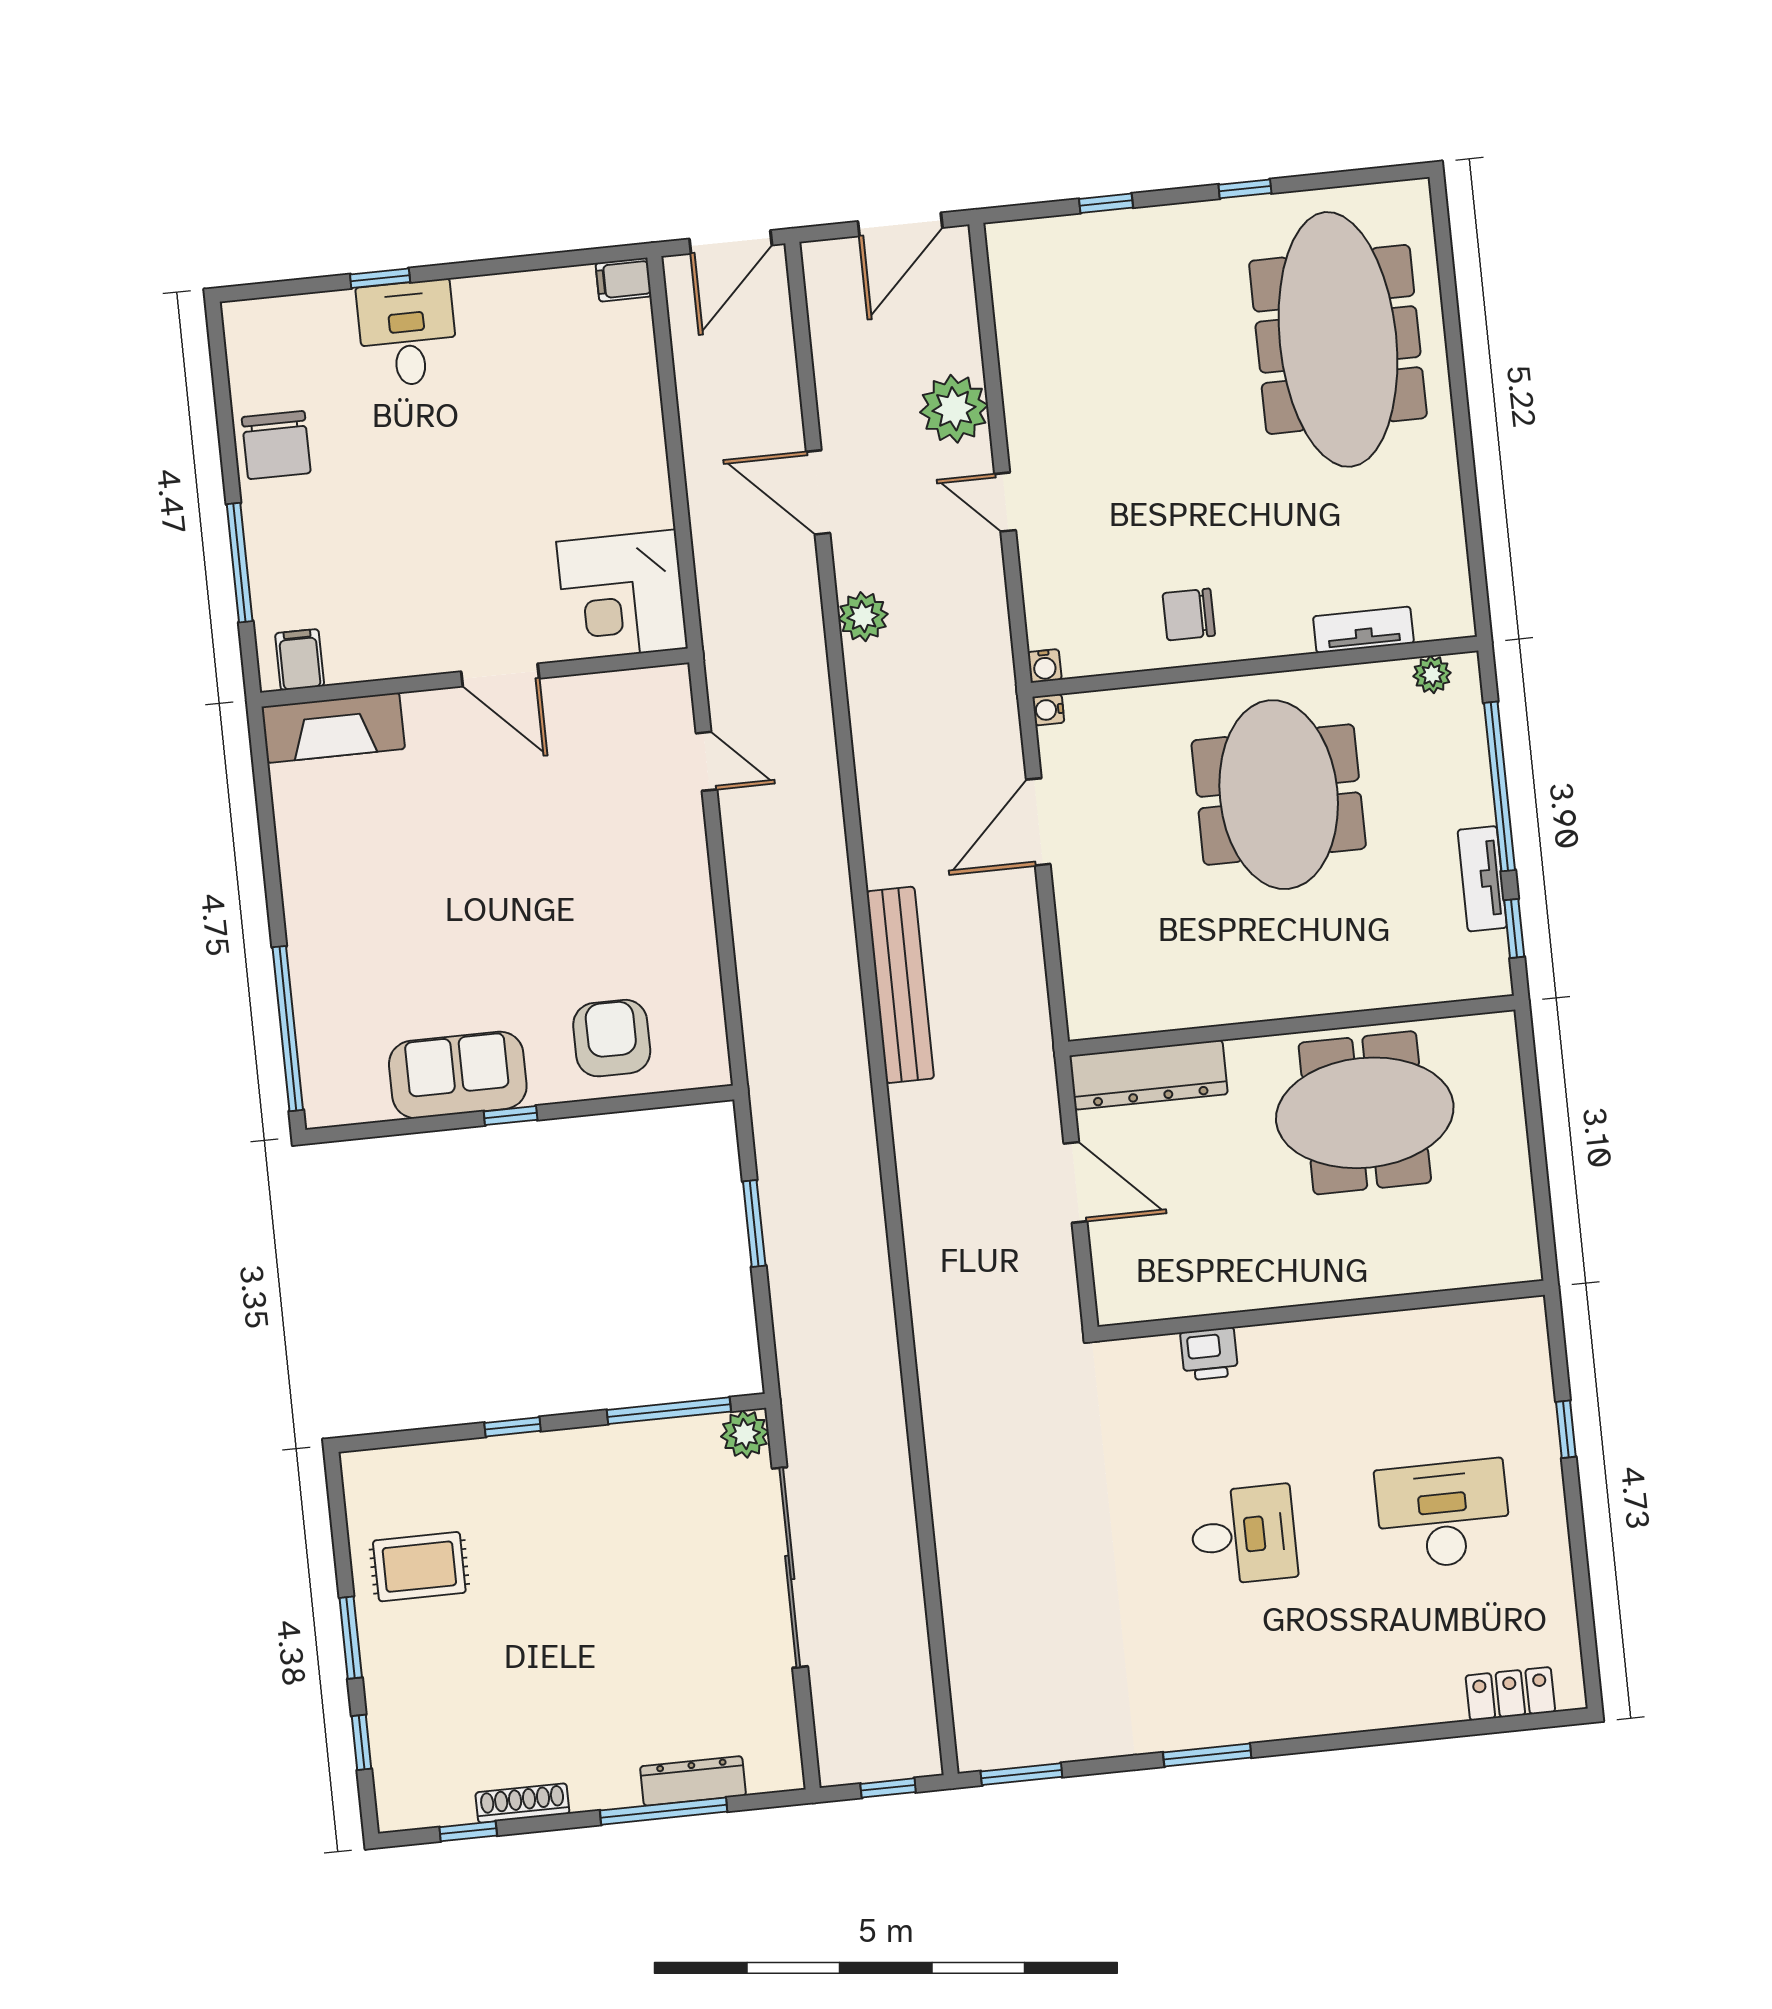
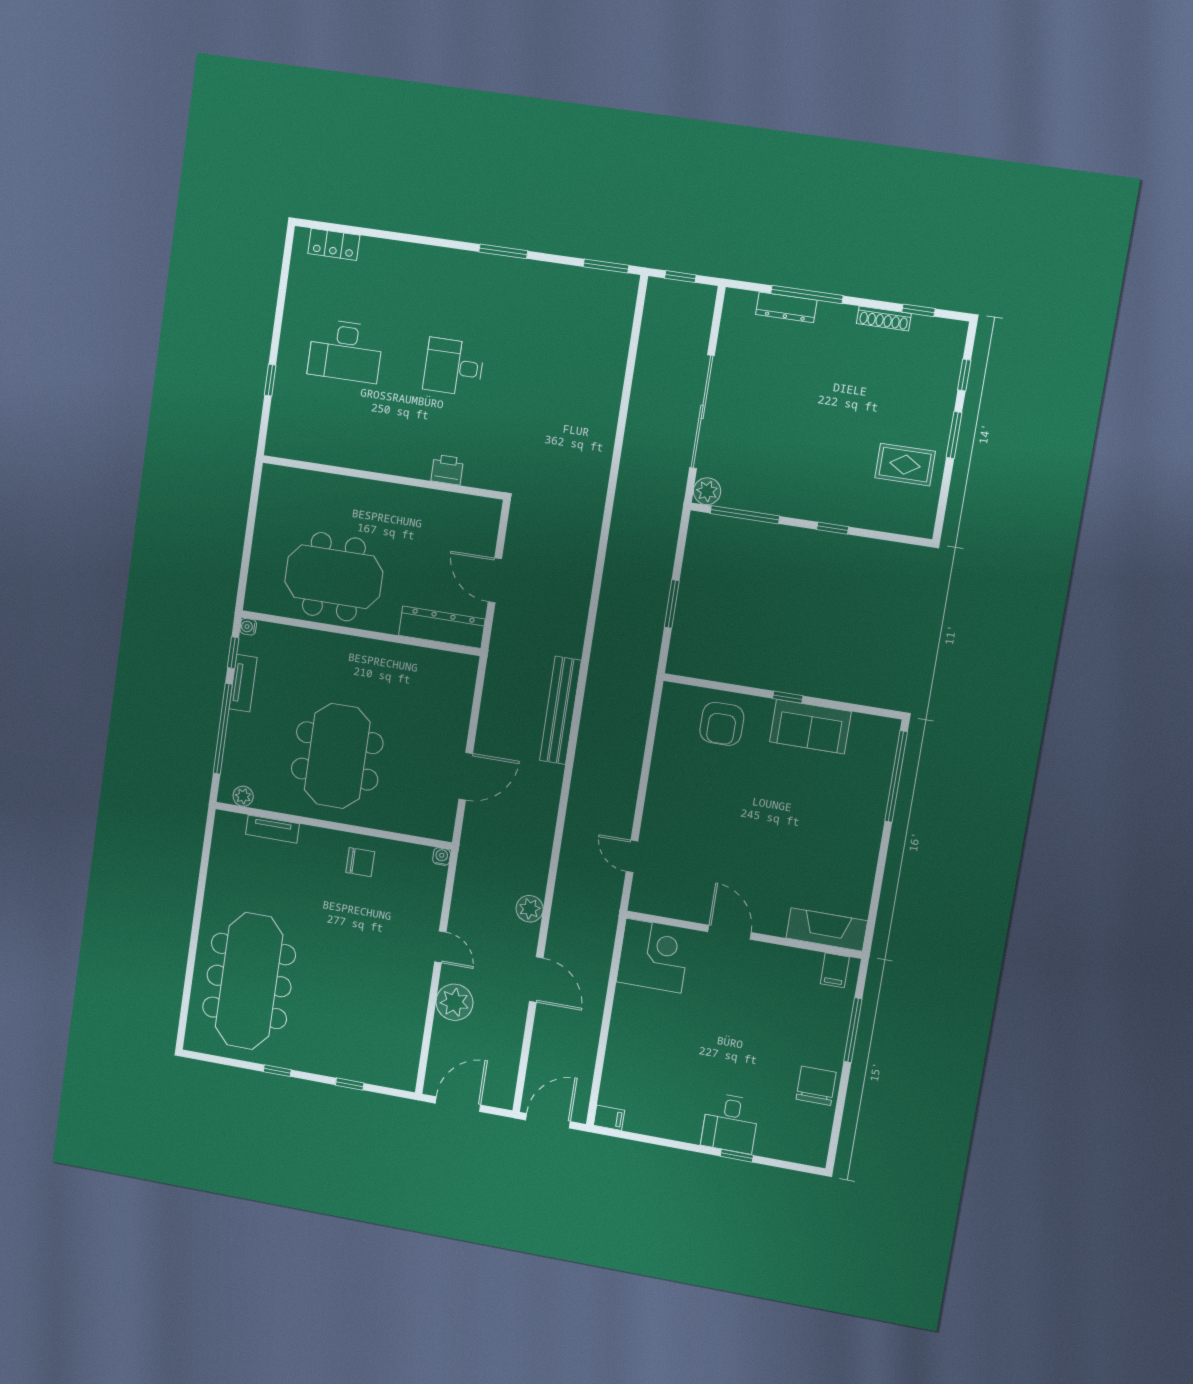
water cooler: (1048, 710) -> (248, 627), moved, turned 180

